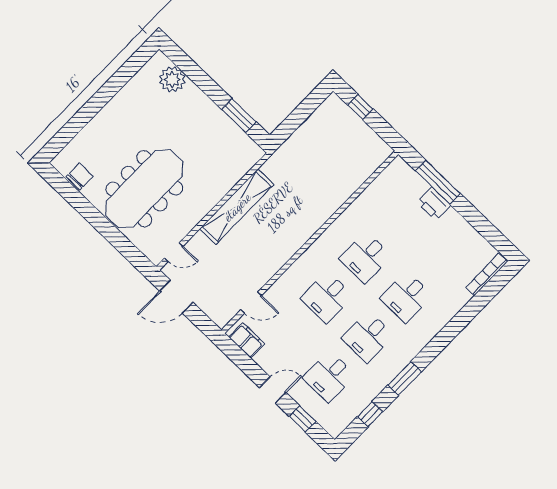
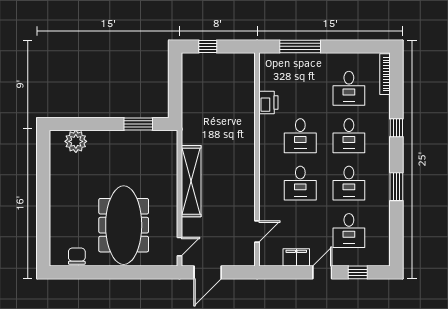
printer: (434, 204) -> (268, 103), moved, turned -90
desk: (445, 257) -> (349, 88), added
filing cabinet: (247, 340) -> (296, 257), moved
window: (370, 414) -> (396, 128), moved

